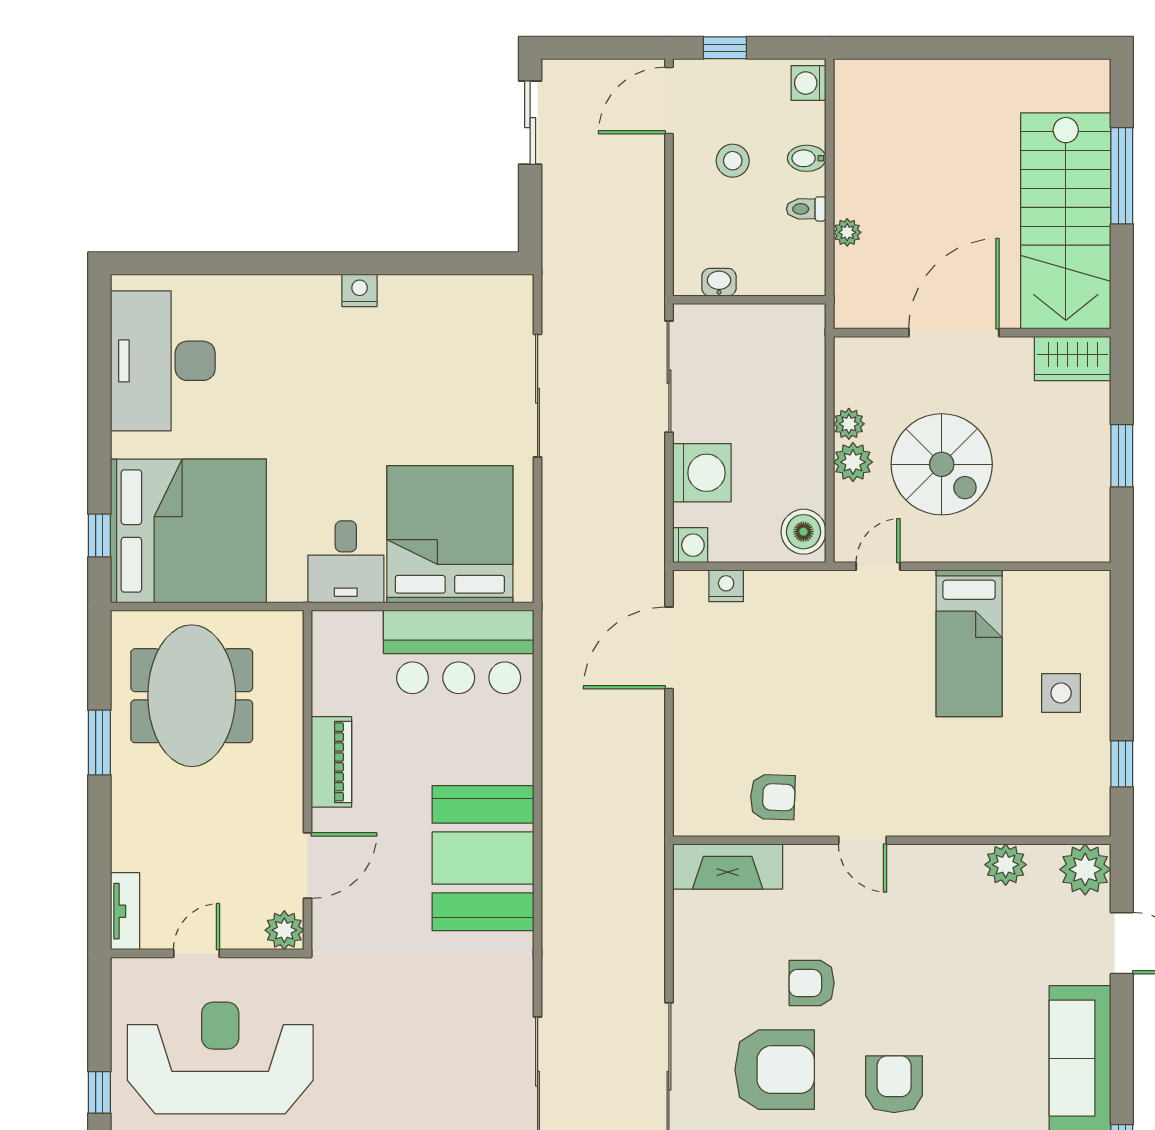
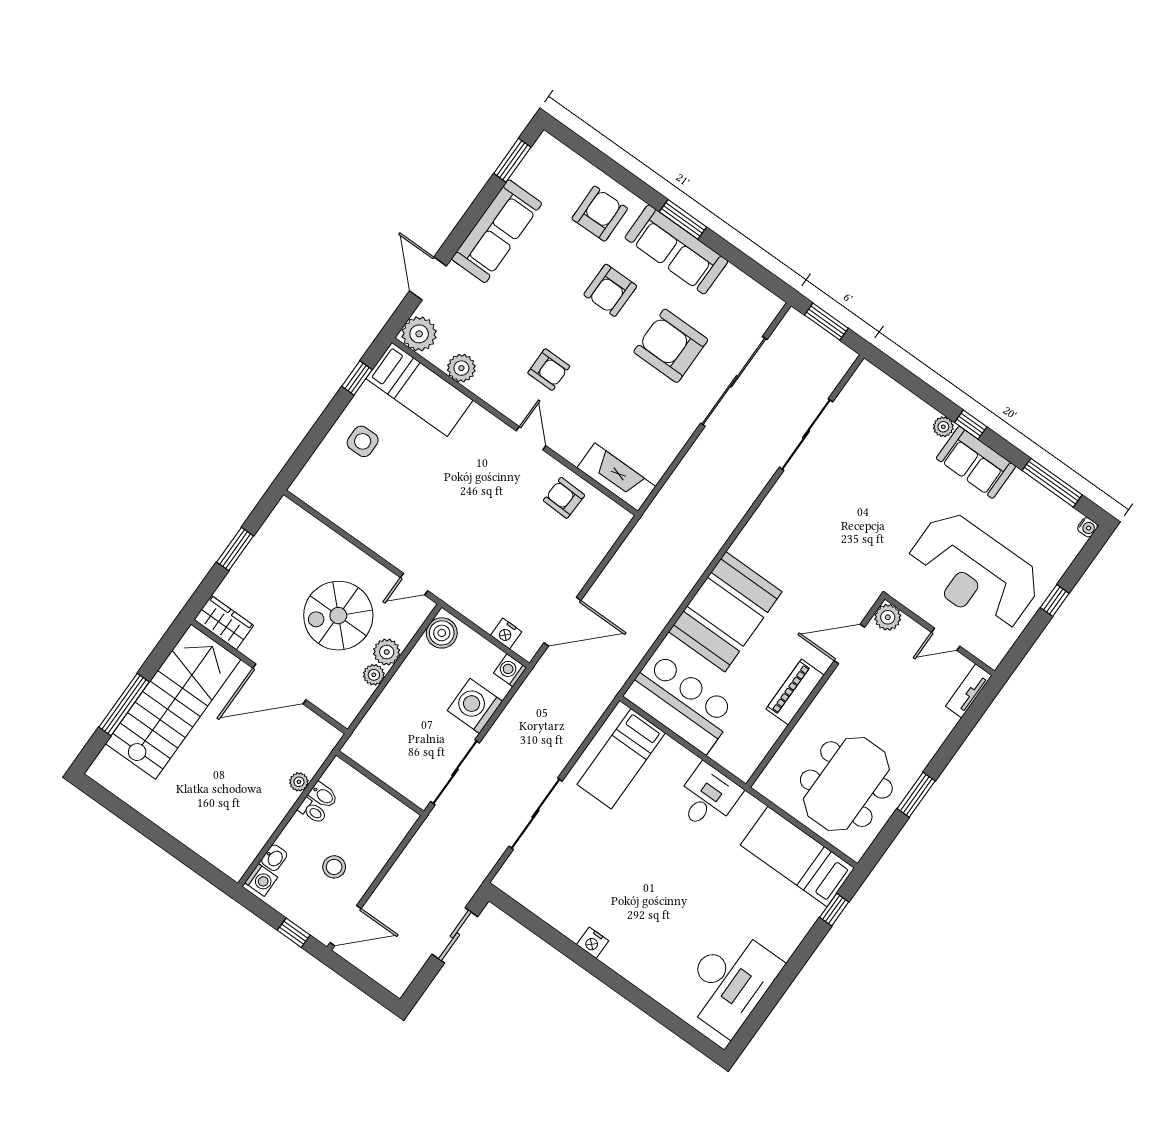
sliding door: (530, 123) -> (455, 935), moved
bidet: (807, 158) -> (323, 795), moved
washbasin: (719, 282) -> (274, 858), moved, turned -90
spiral stairs: (942, 464) -> (338, 616), turned -90
bed: (188, 531) -> (797, 857), width x0.49
bed: (450, 534) -> (621, 759), width x0.49
bed: (969, 643) -> (419, 389), moved, turned 90
booth: (483, 858) -> (725, 612), moved
armchair: (812, 983) -> (549, 370), moved

